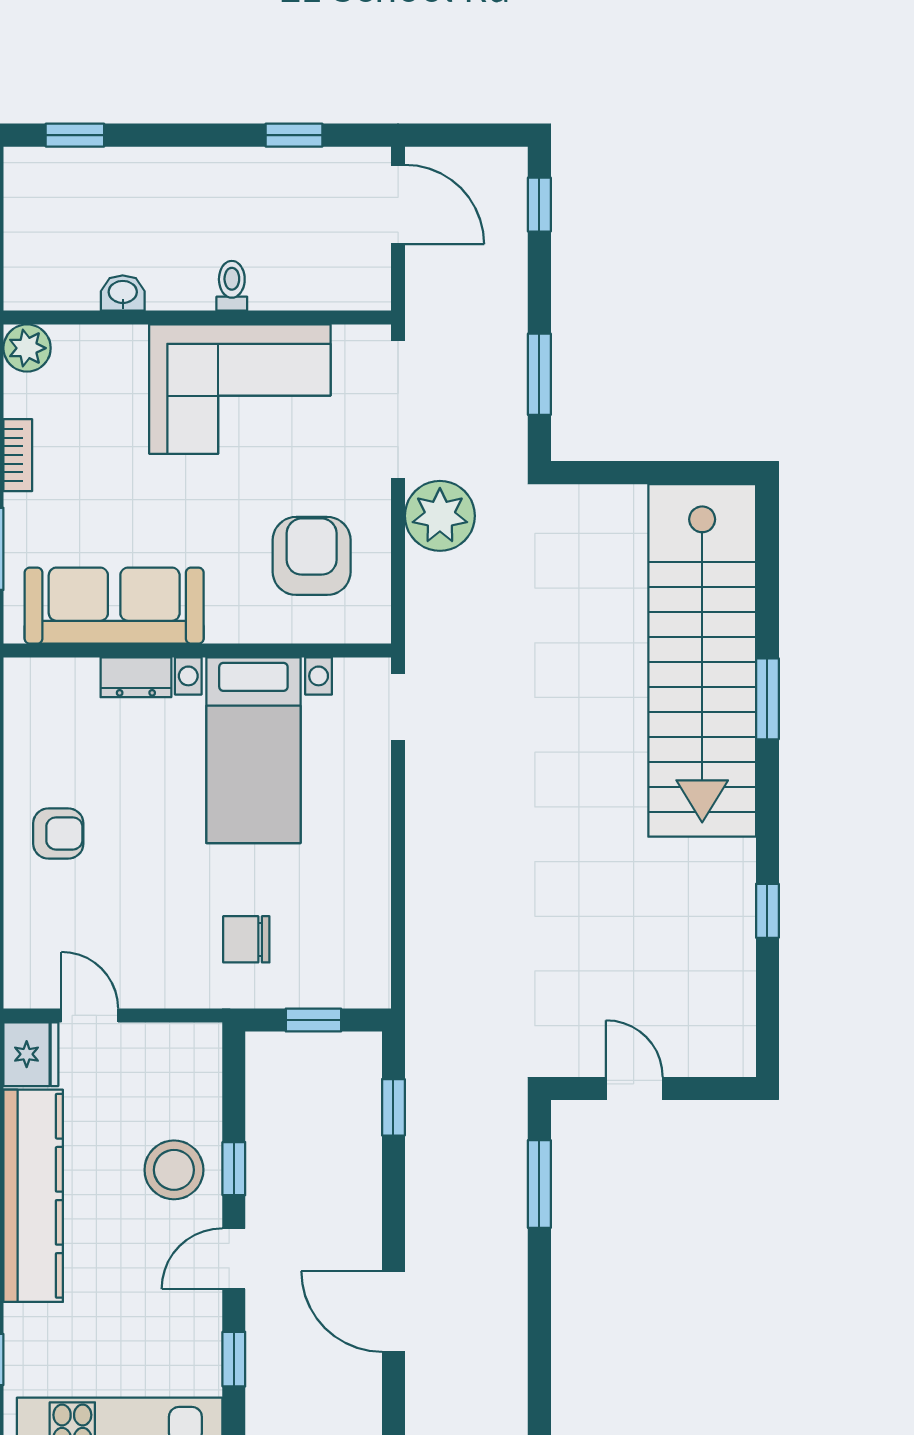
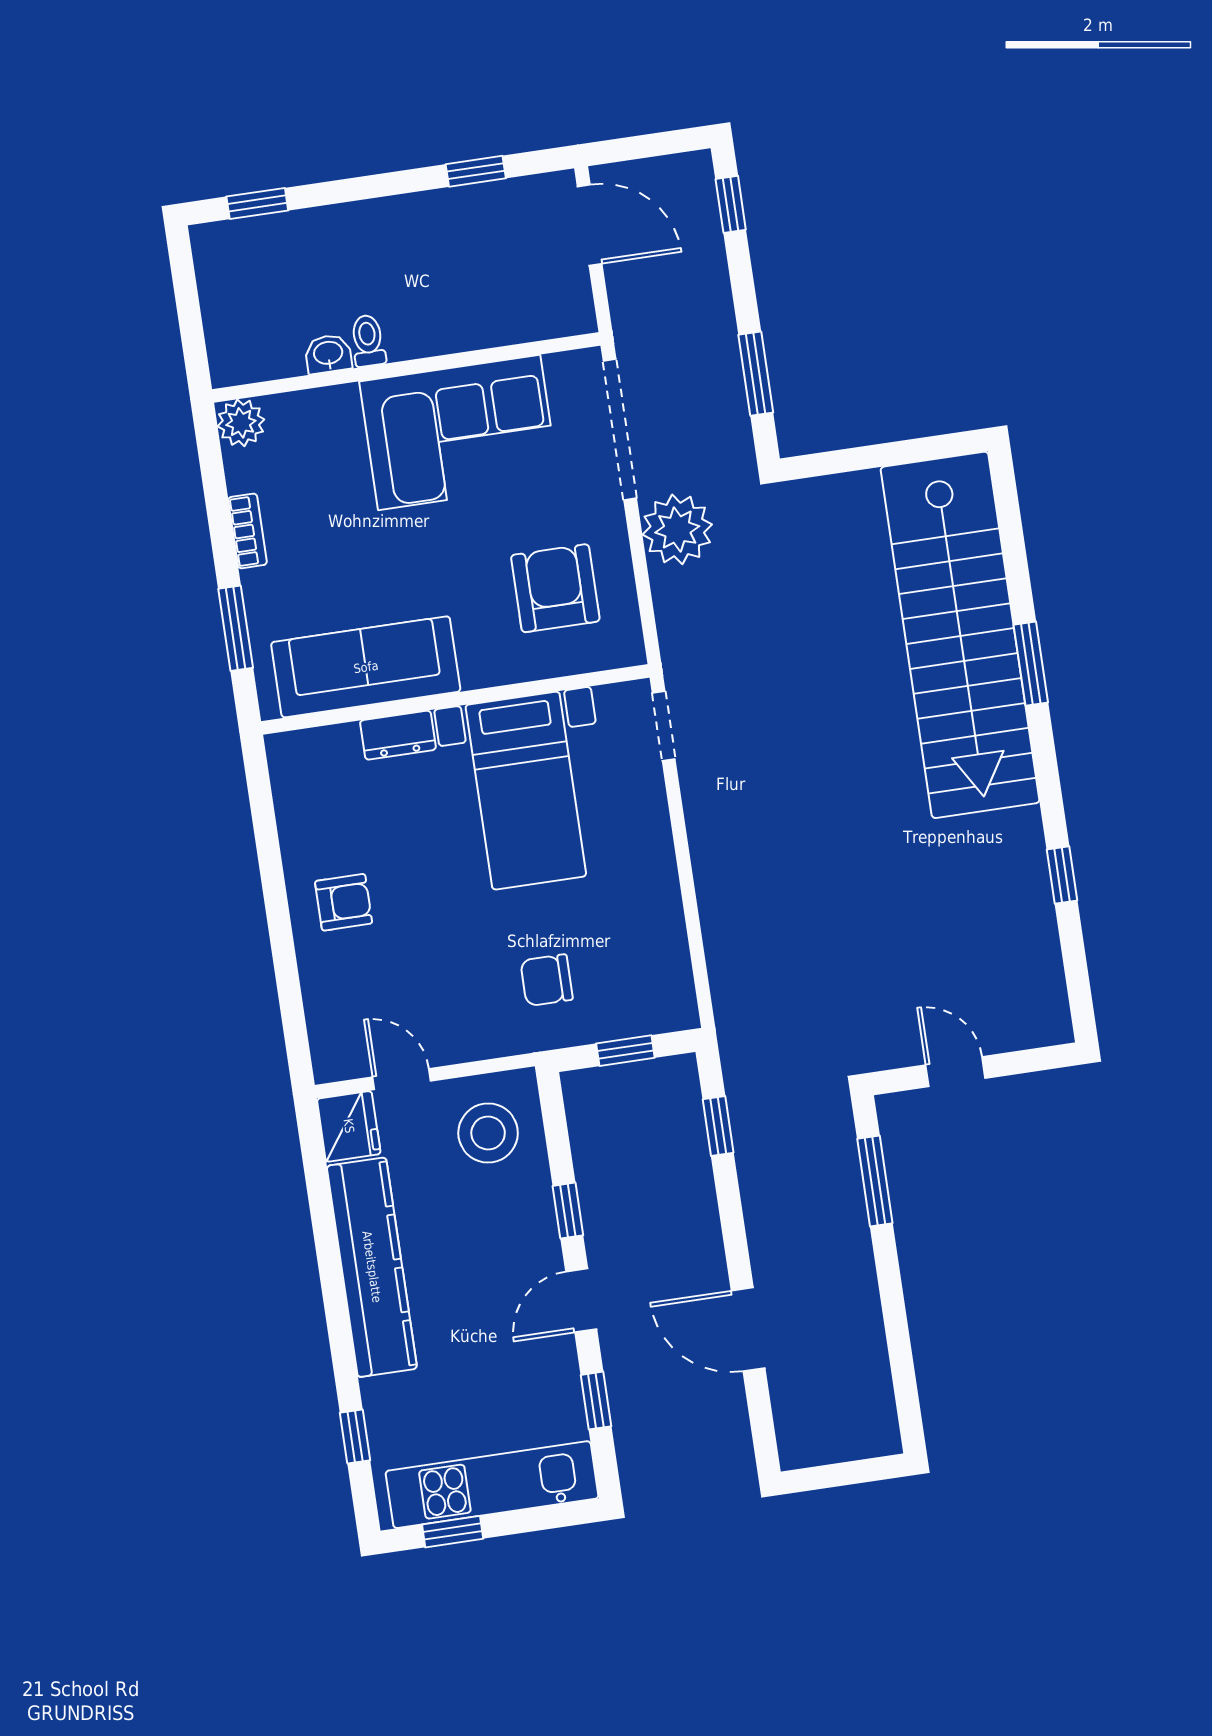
toilet: (232, 286) -> (368, 341), moved
stool: (174, 1170) -> (488, 1133), moved

